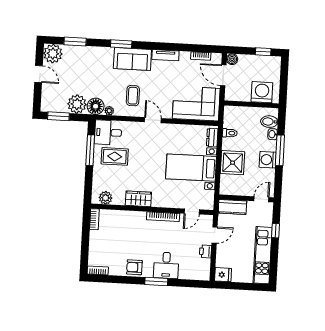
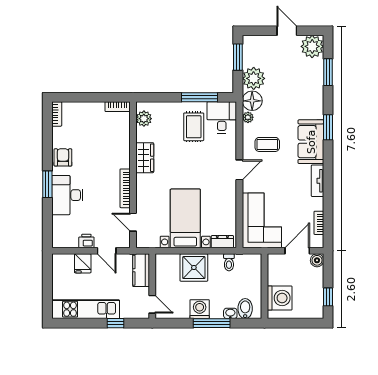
door: (39, 74) -> (287, 31), swing flipped
desk: (166, 265) -> (67, 195), width x1.37
fridge: (223, 275) -> (83, 263), moved

